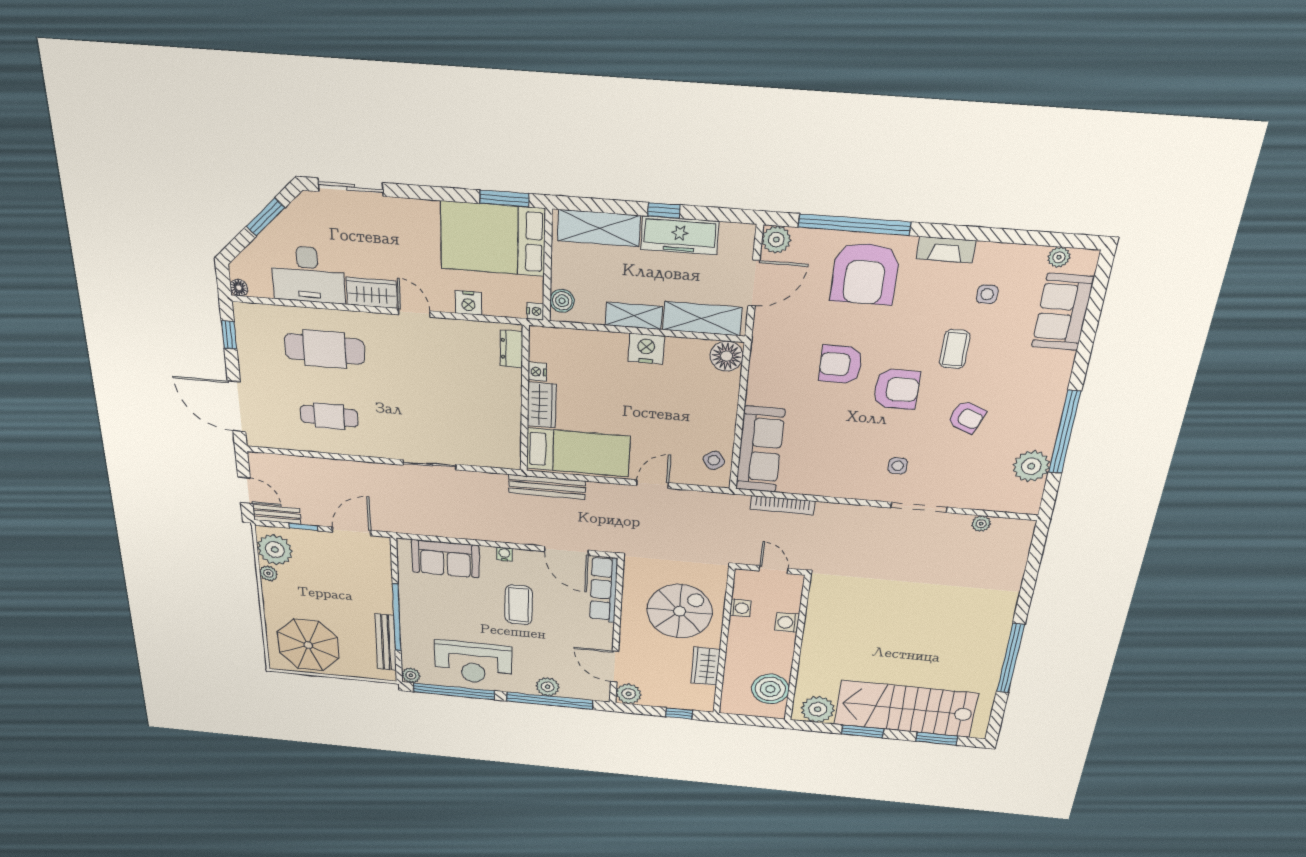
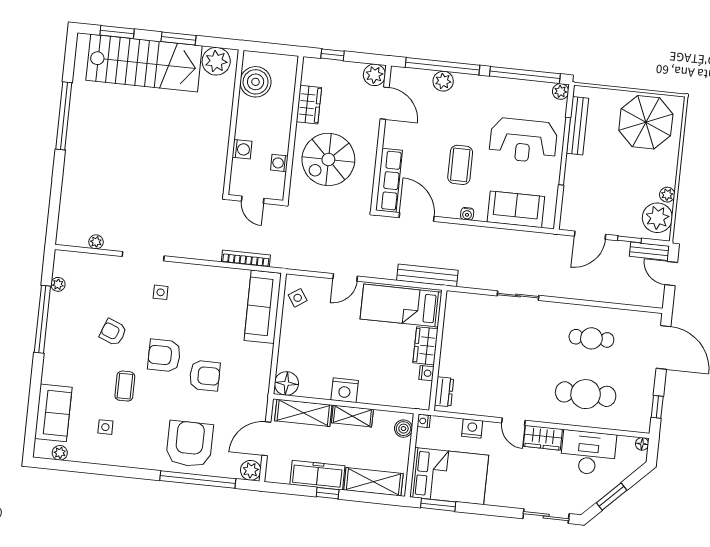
fireplace: (946, 250) -> (135, 460), removed
plant: (1031, 466) -> (58, 284), width x0.53, depth x0.53
reception desk: (473, 663) -> (523, 140), moved, turned 180

